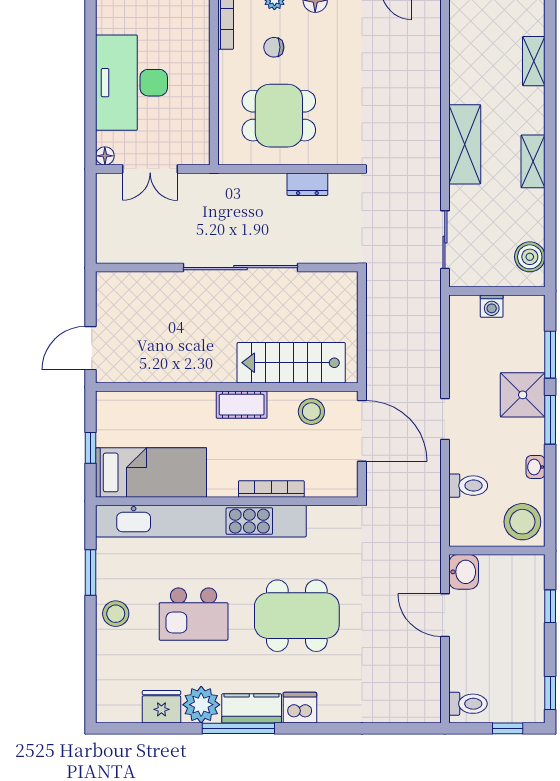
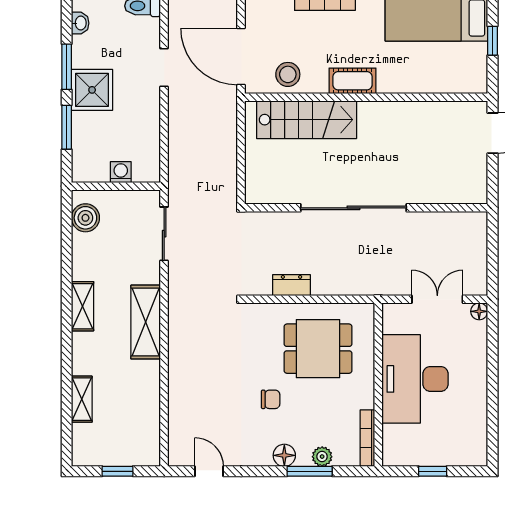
chair: (274, 47) -> (271, 399), moved
desk: (132, 83) -> (415, 379), moved, turned 180

